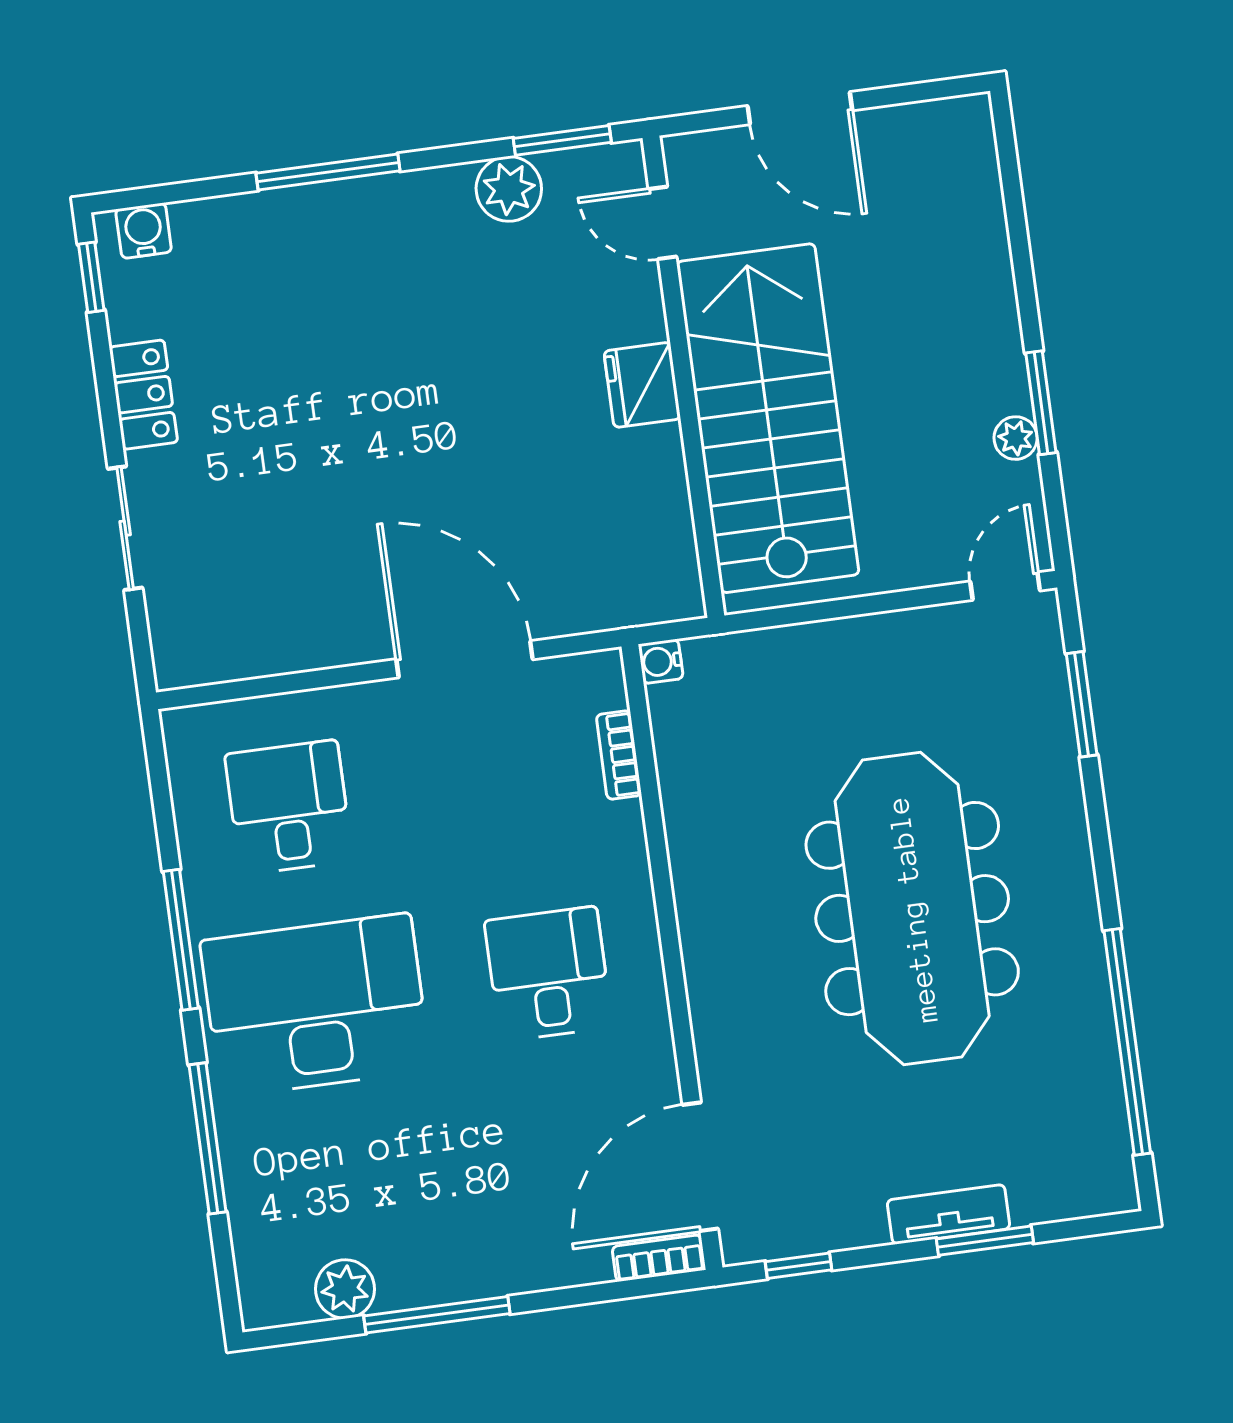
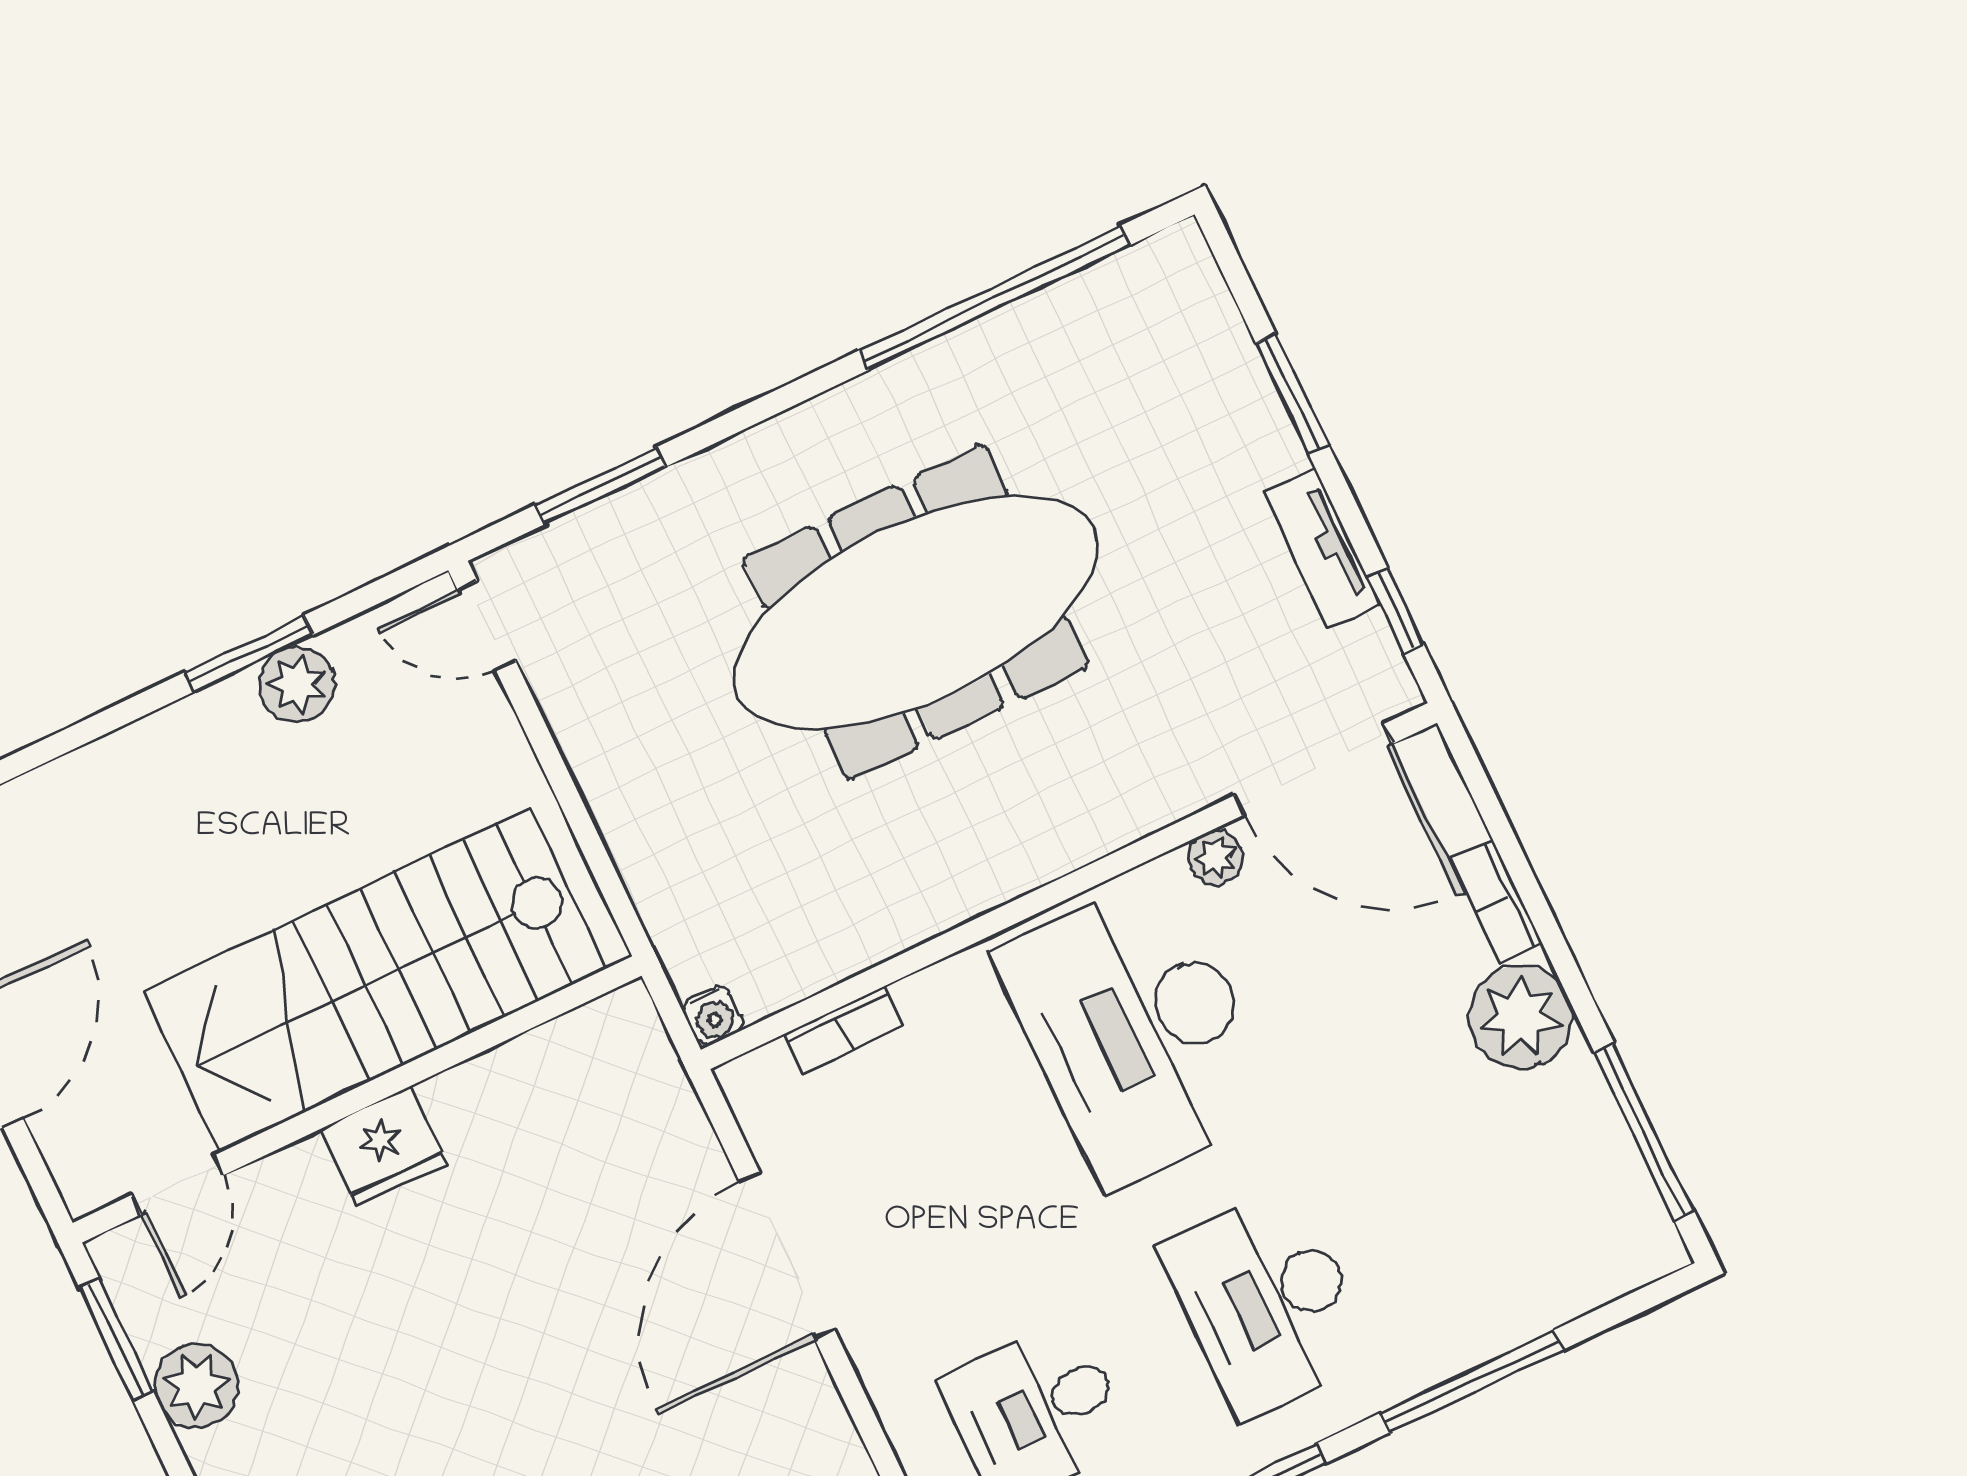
plant: (1016, 438) -> (297, 684), width x1.38, depth x1.38
desk: (548, 974) -> (1138, 1030), width x1.87, depth x1.30
desk: (315, 1005) -> (1267, 1302), width x0.73, depth x0.77
plant: (658, 1073) -> (1216, 858), added
tv unit: (948, 1214) -> (1322, 548), moved
bookcase: (659, 1258) -> (1497, 901), moved
plant: (345, 1289) -> (1521, 1017), moved, width x1.36, depth x1.36
window: (437, 1315) -> (1644, 1131), moved

